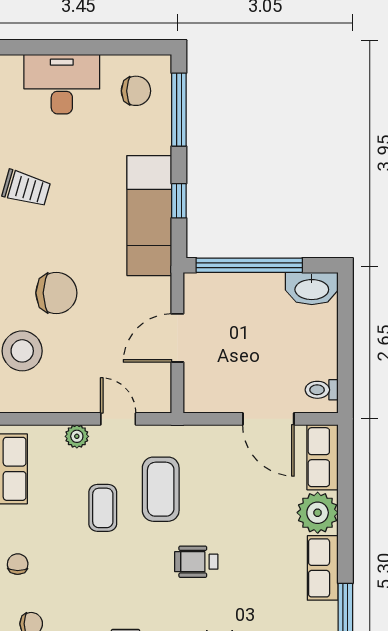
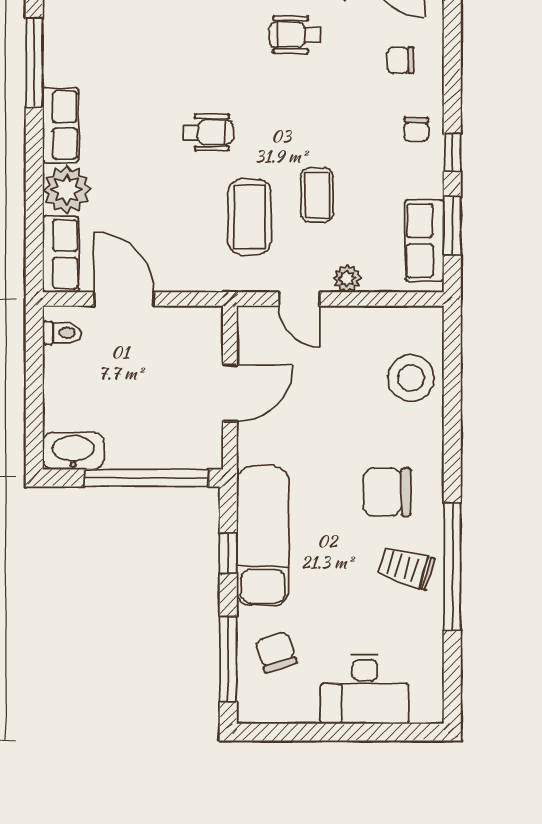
chair: (136, 91) -> (276, 652), moved, turned 72
chair: (56, 293) -> (387, 492), moved

